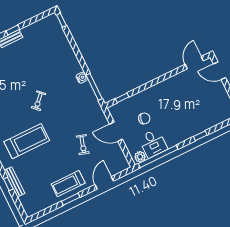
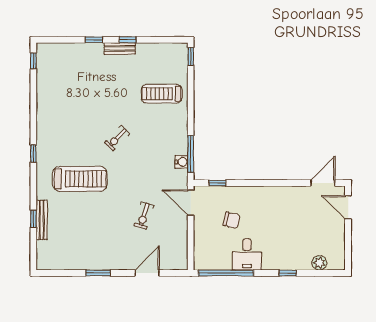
water cooler: (82, 78) -> (181, 162), moved
door: (116, 132) -> (191, 203), moved
desk: (153, 143) -> (247, 254), moved
plant: (140, 157) -> (319, 263), moved
treadmill: (68, 184) -> (162, 94), moved

